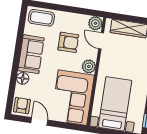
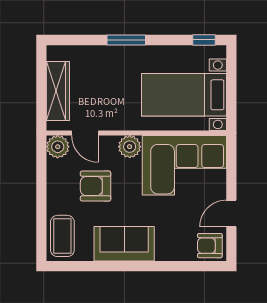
door: (101, 41) -> (85, 133), hinge flipped
armchair: (68, 42) -> (96, 186), turned -90
floor lamp: (23, 78) -> (165, 251), removed

